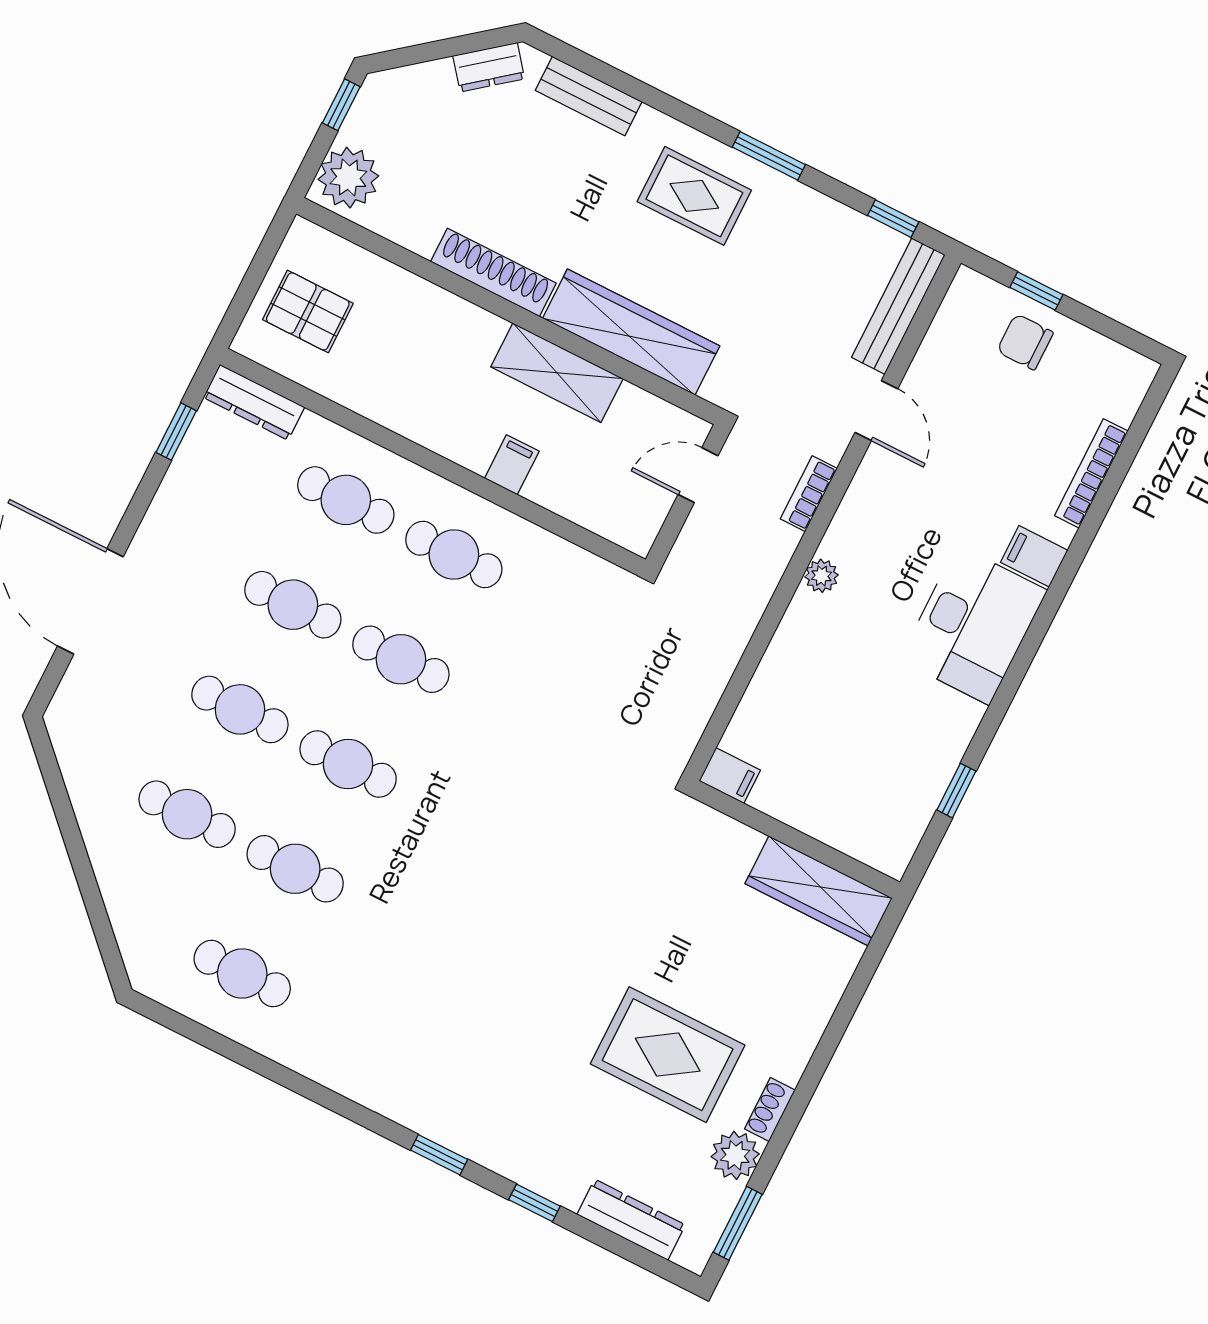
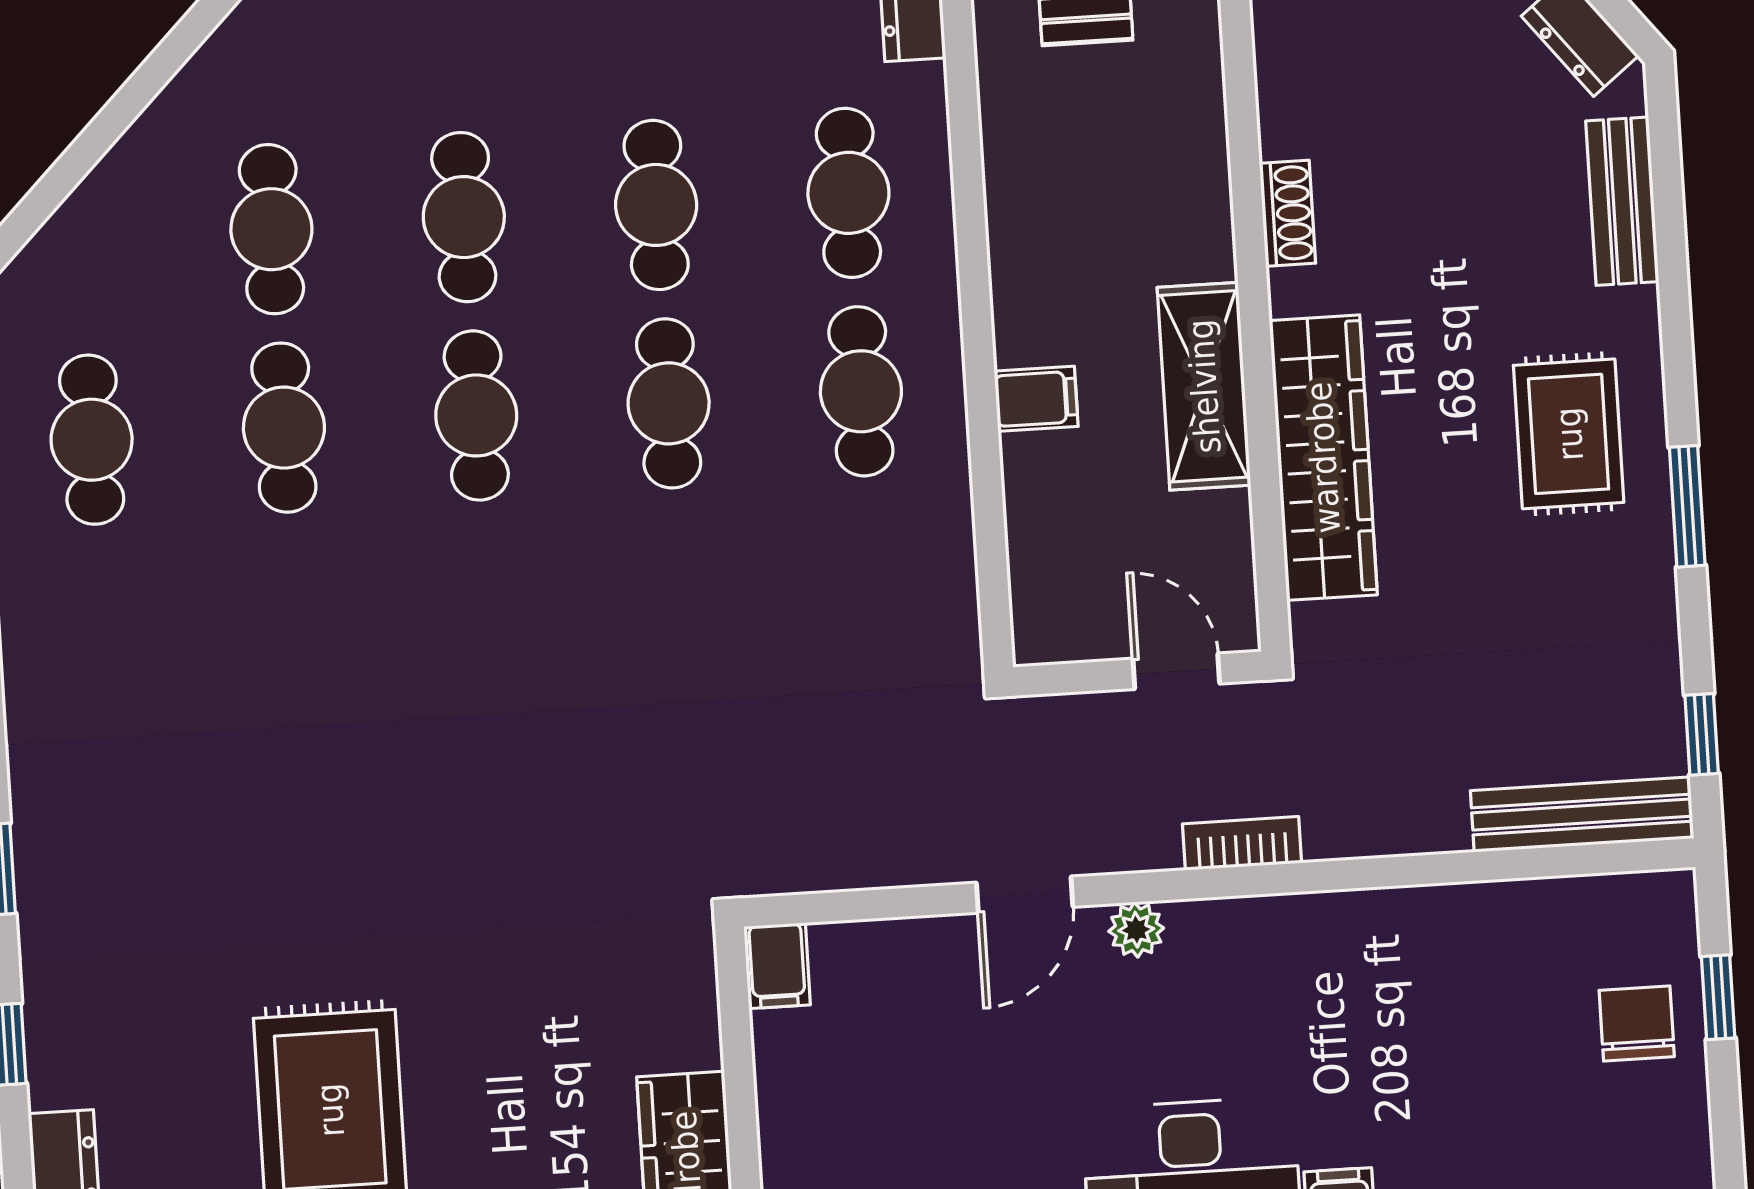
shoe rack: (493, 272) -> (1287, 213), width x0.51, depth x0.81
door: (876, 411) -> (1025, 895), moved

